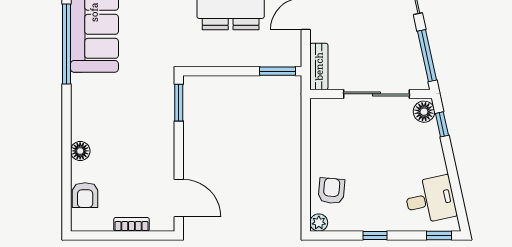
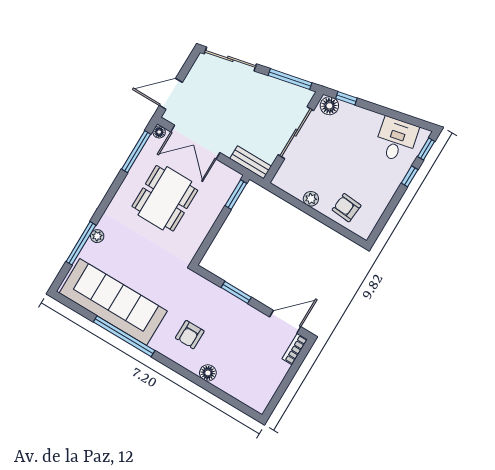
window: (179, 103) -> (236, 292), moved
armchair: (85, 195) -> (190, 335), moved, turned 90
plant: (319, 223) -> (311, 199), moved
bookcase: (132, 224) -> (295, 349), moved
window: (375, 236) -> (410, 176), moved

